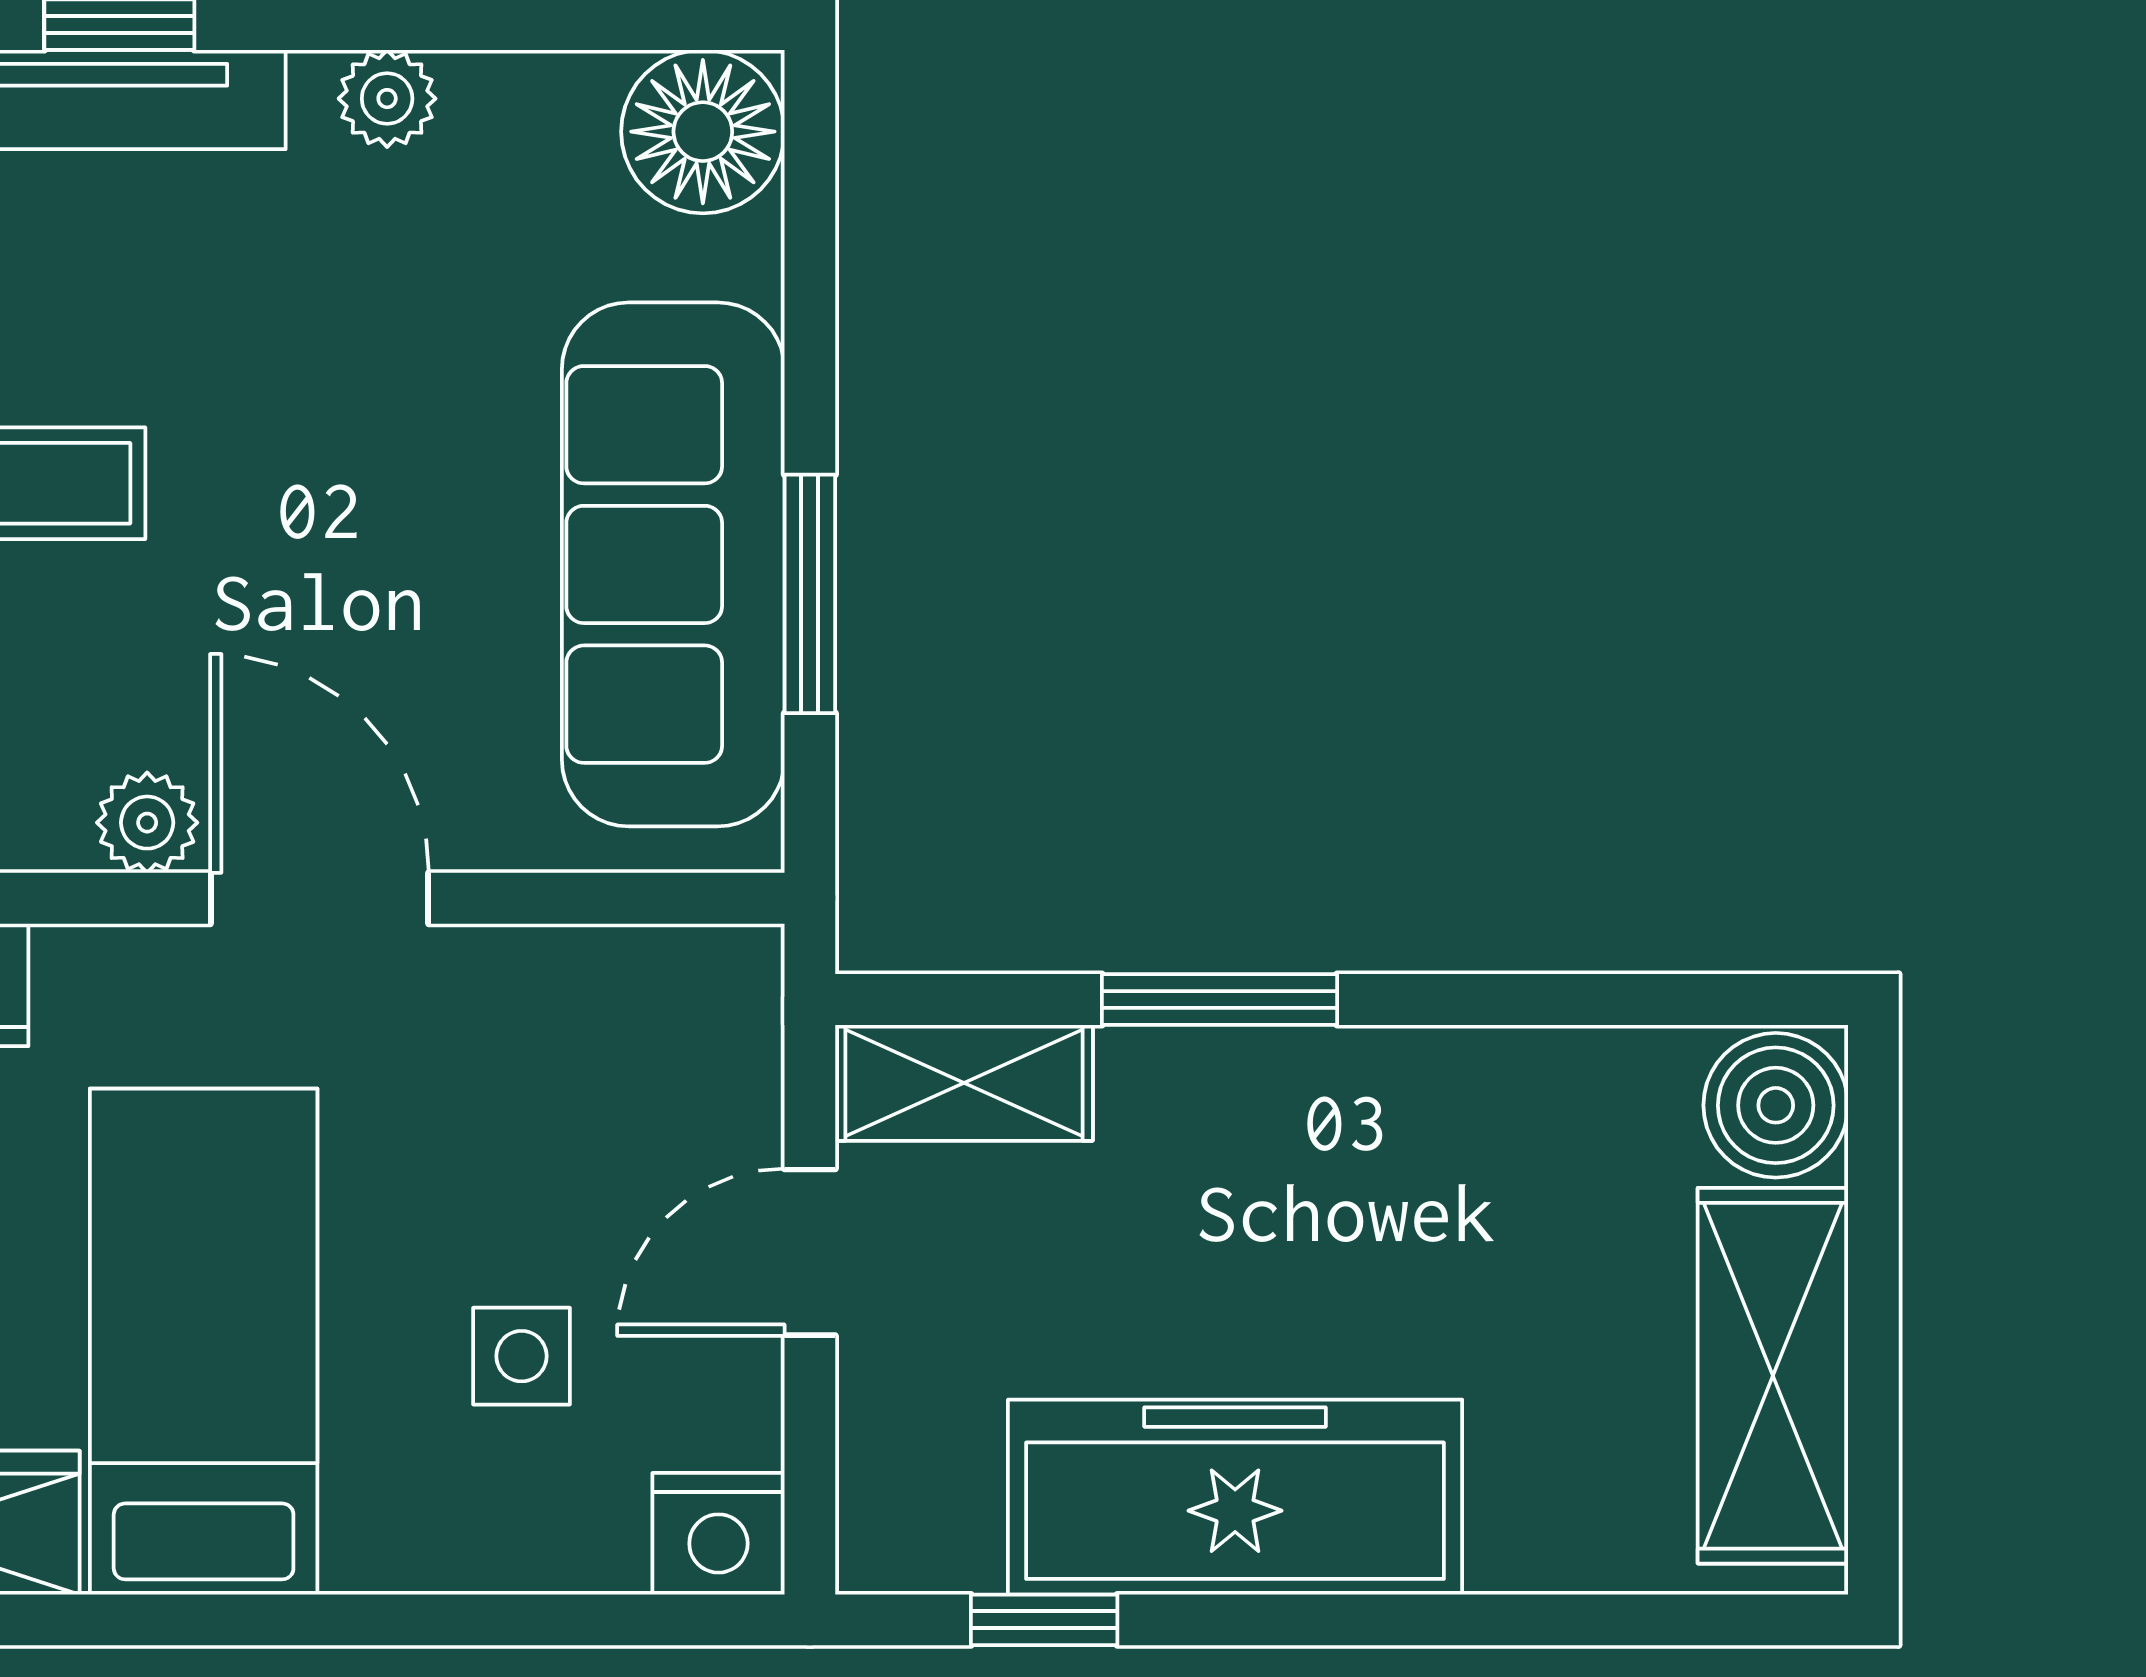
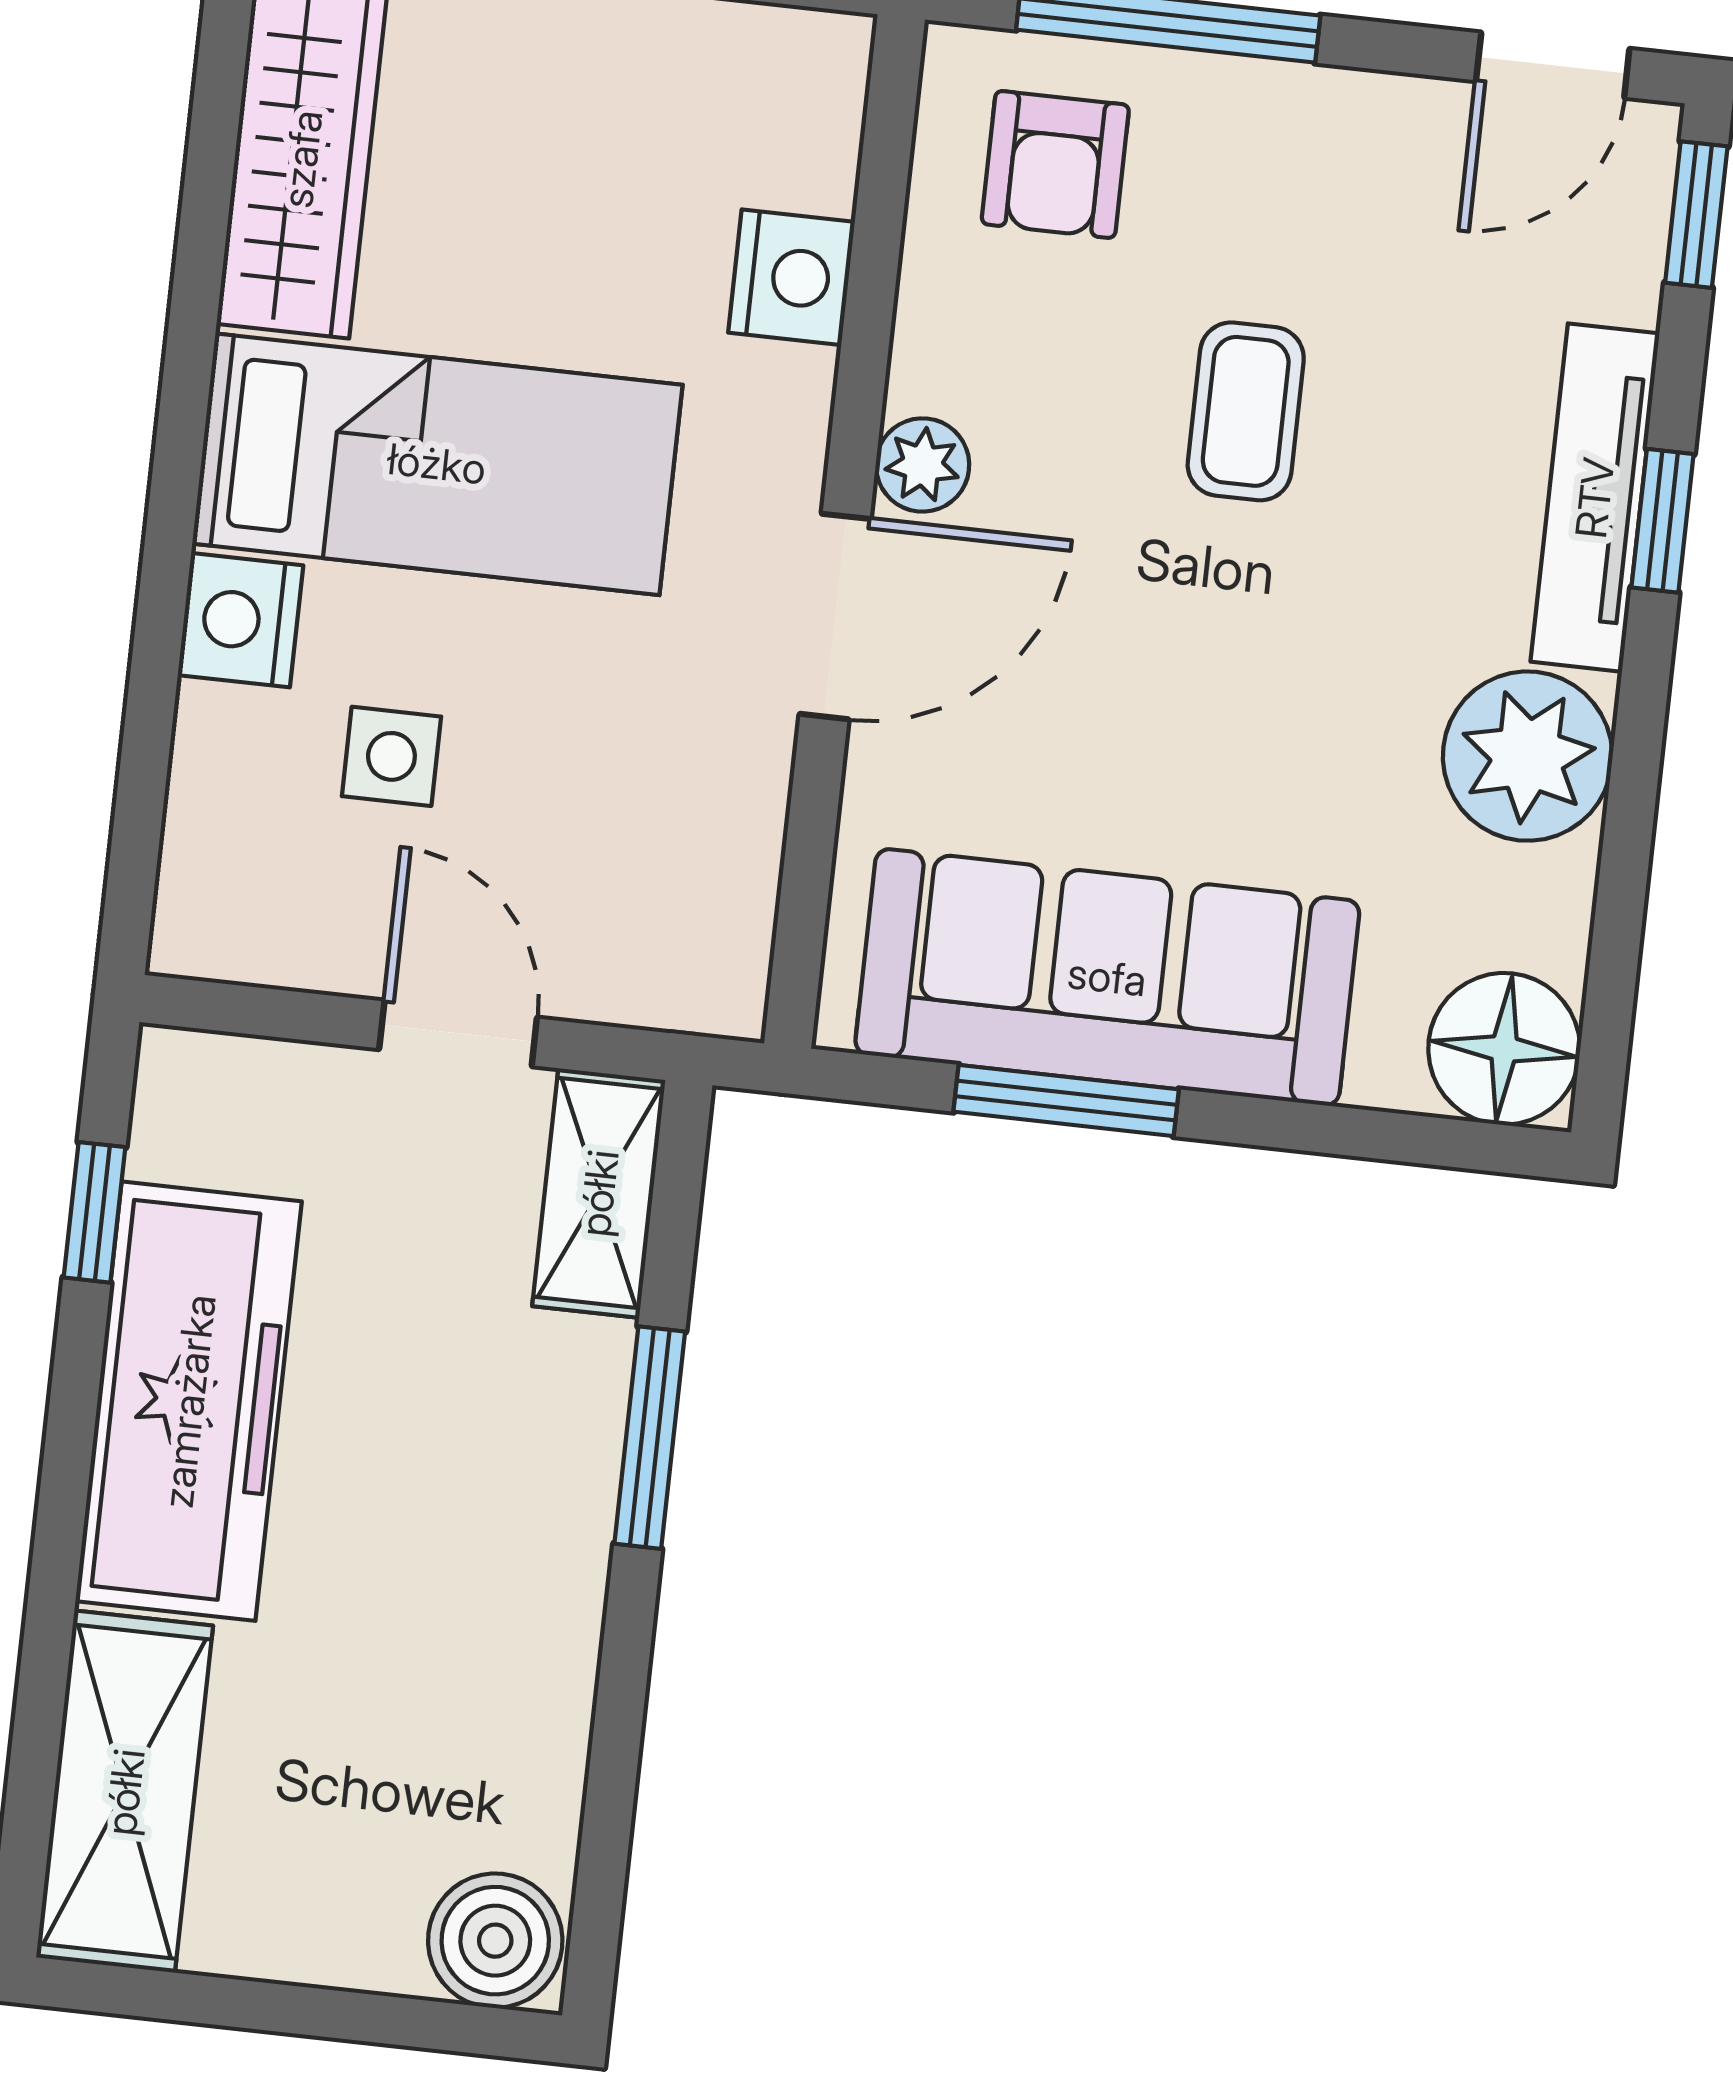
plant: (387, 99) -> (1528, 756), width x1.88, depth x1.88
shelving: (1773, 1376) -> (125, 1792), moved, turned 90
nightstand: (718, 1534) -> (240, 620), moved

